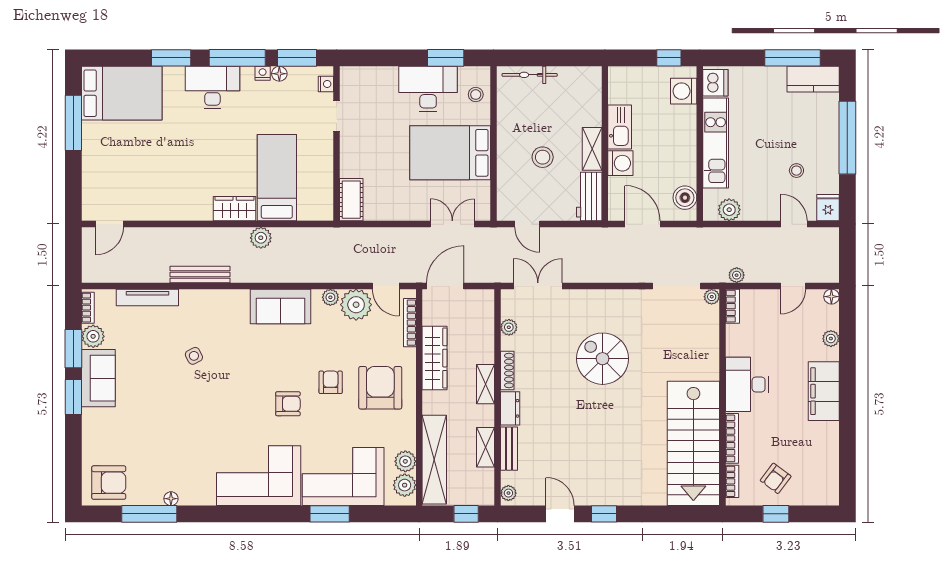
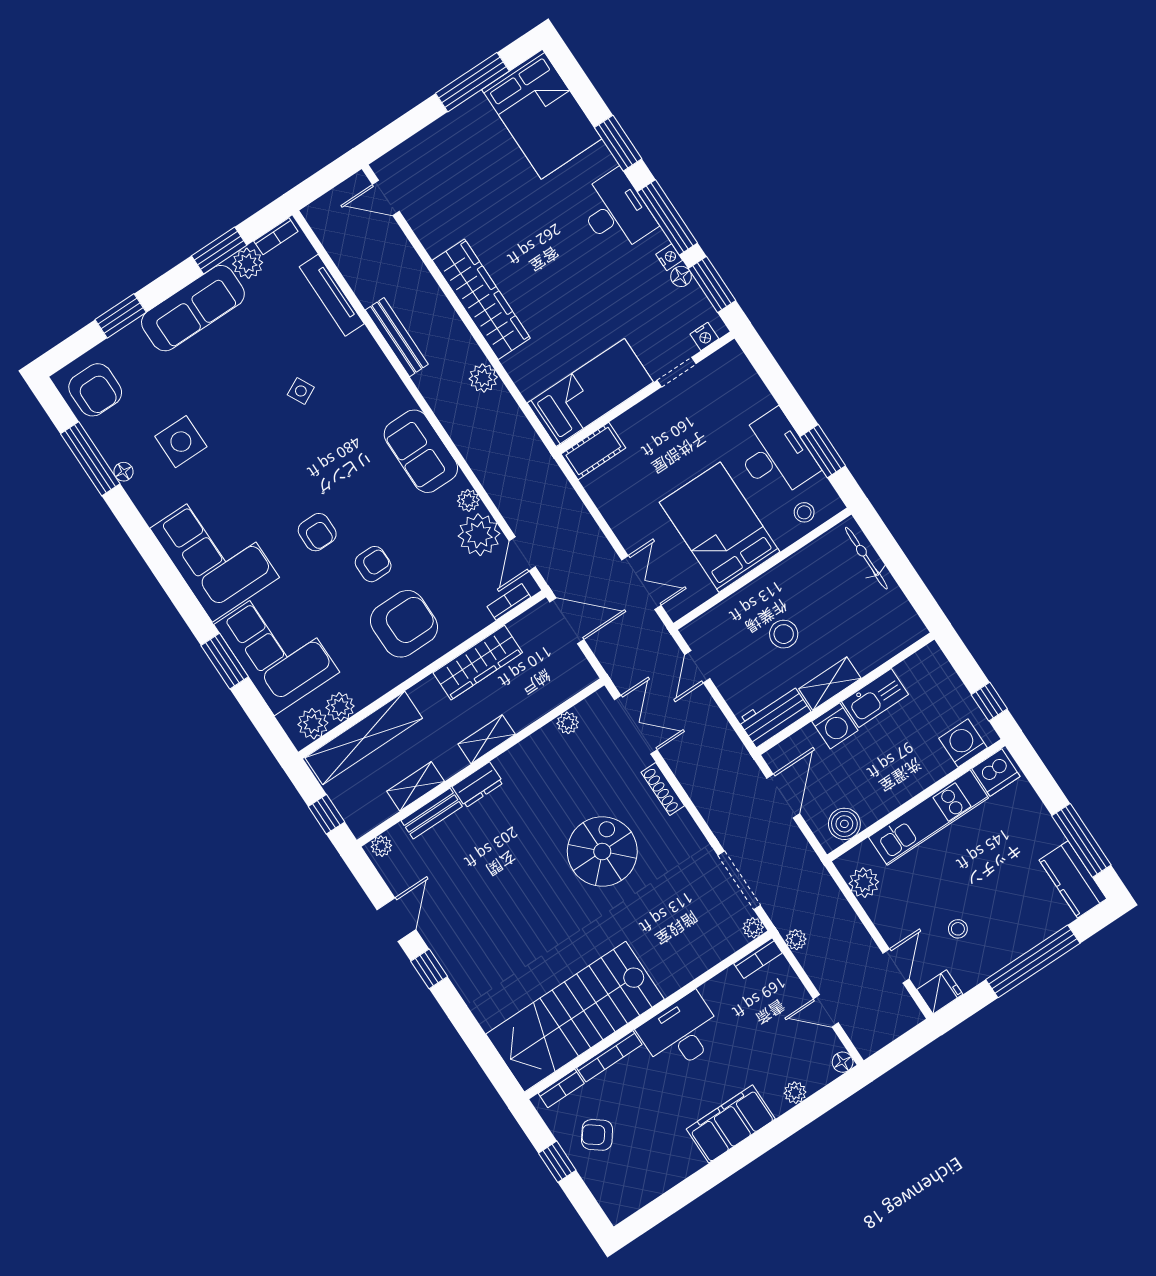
bed: (277, 178) -> (590, 393), moved
wardrobe: (235, 209) -> (481, 299), width x2.10, depth x1.17
bookcase: (410, 323) -> (509, 602), width x0.64
shoe rack: (507, 370) -> (663, 789), moved, turned 90
sofa: (98, 378) -> (193, 308), width x1.36
window: (73, 397) -> (121, 316), moved
side table: (176, 451) -> (181, 442), added

